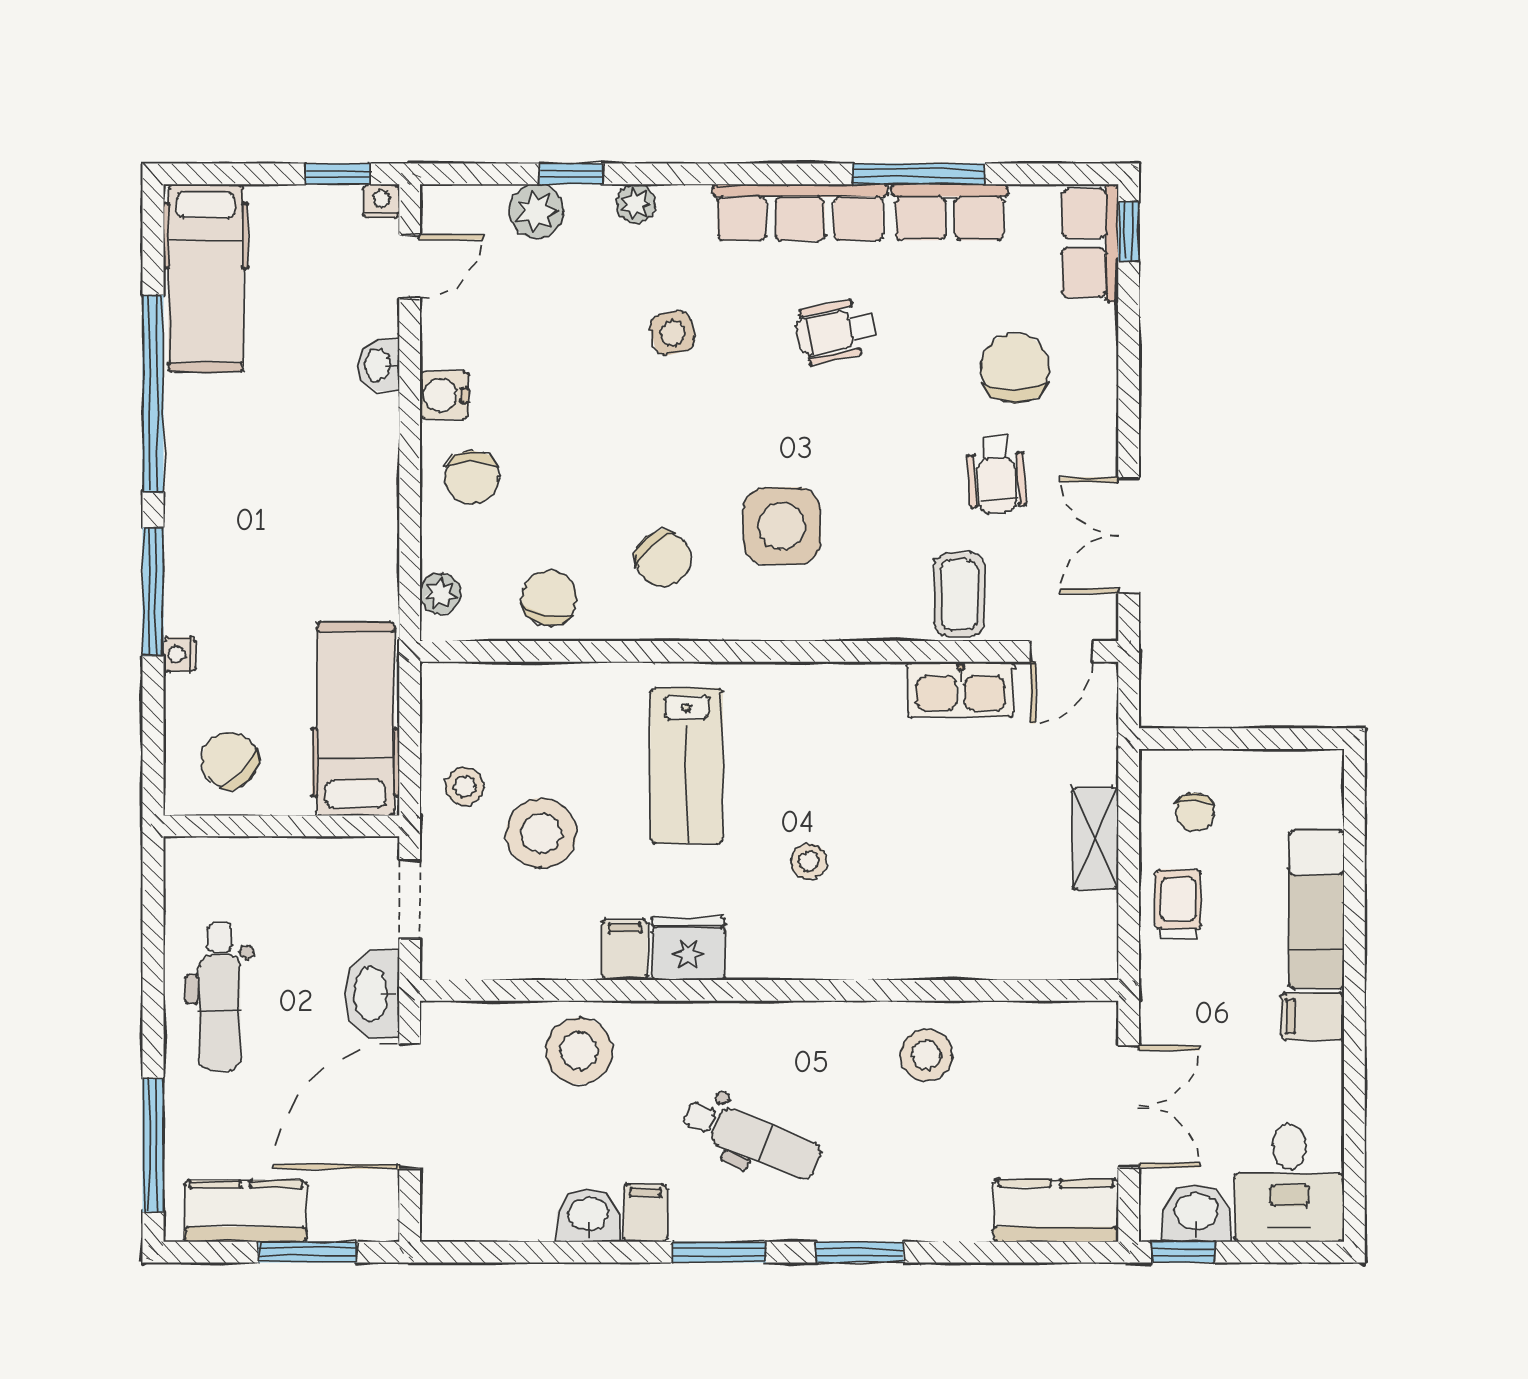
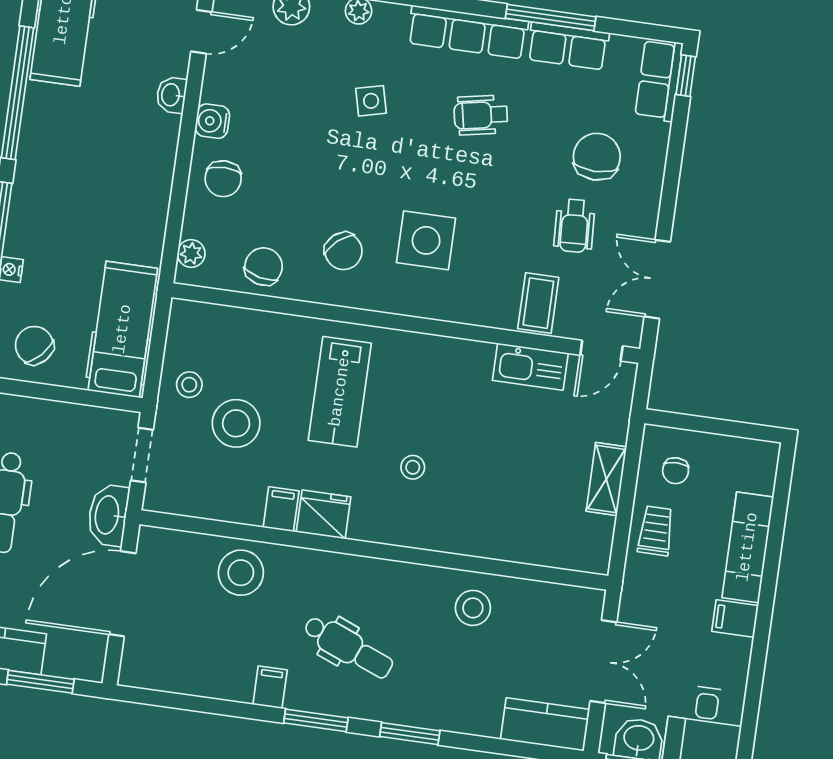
washbasin: (588, 1215) -> (232, 684), removed

